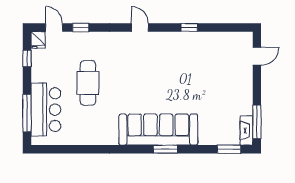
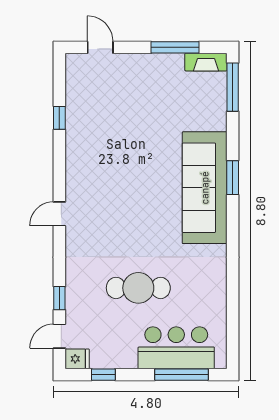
window: (189, 27) -> (59, 118), moved
window: (257, 122) -> (175, 47), moved
window: (229, 149) -> (233, 87), width x1.44

